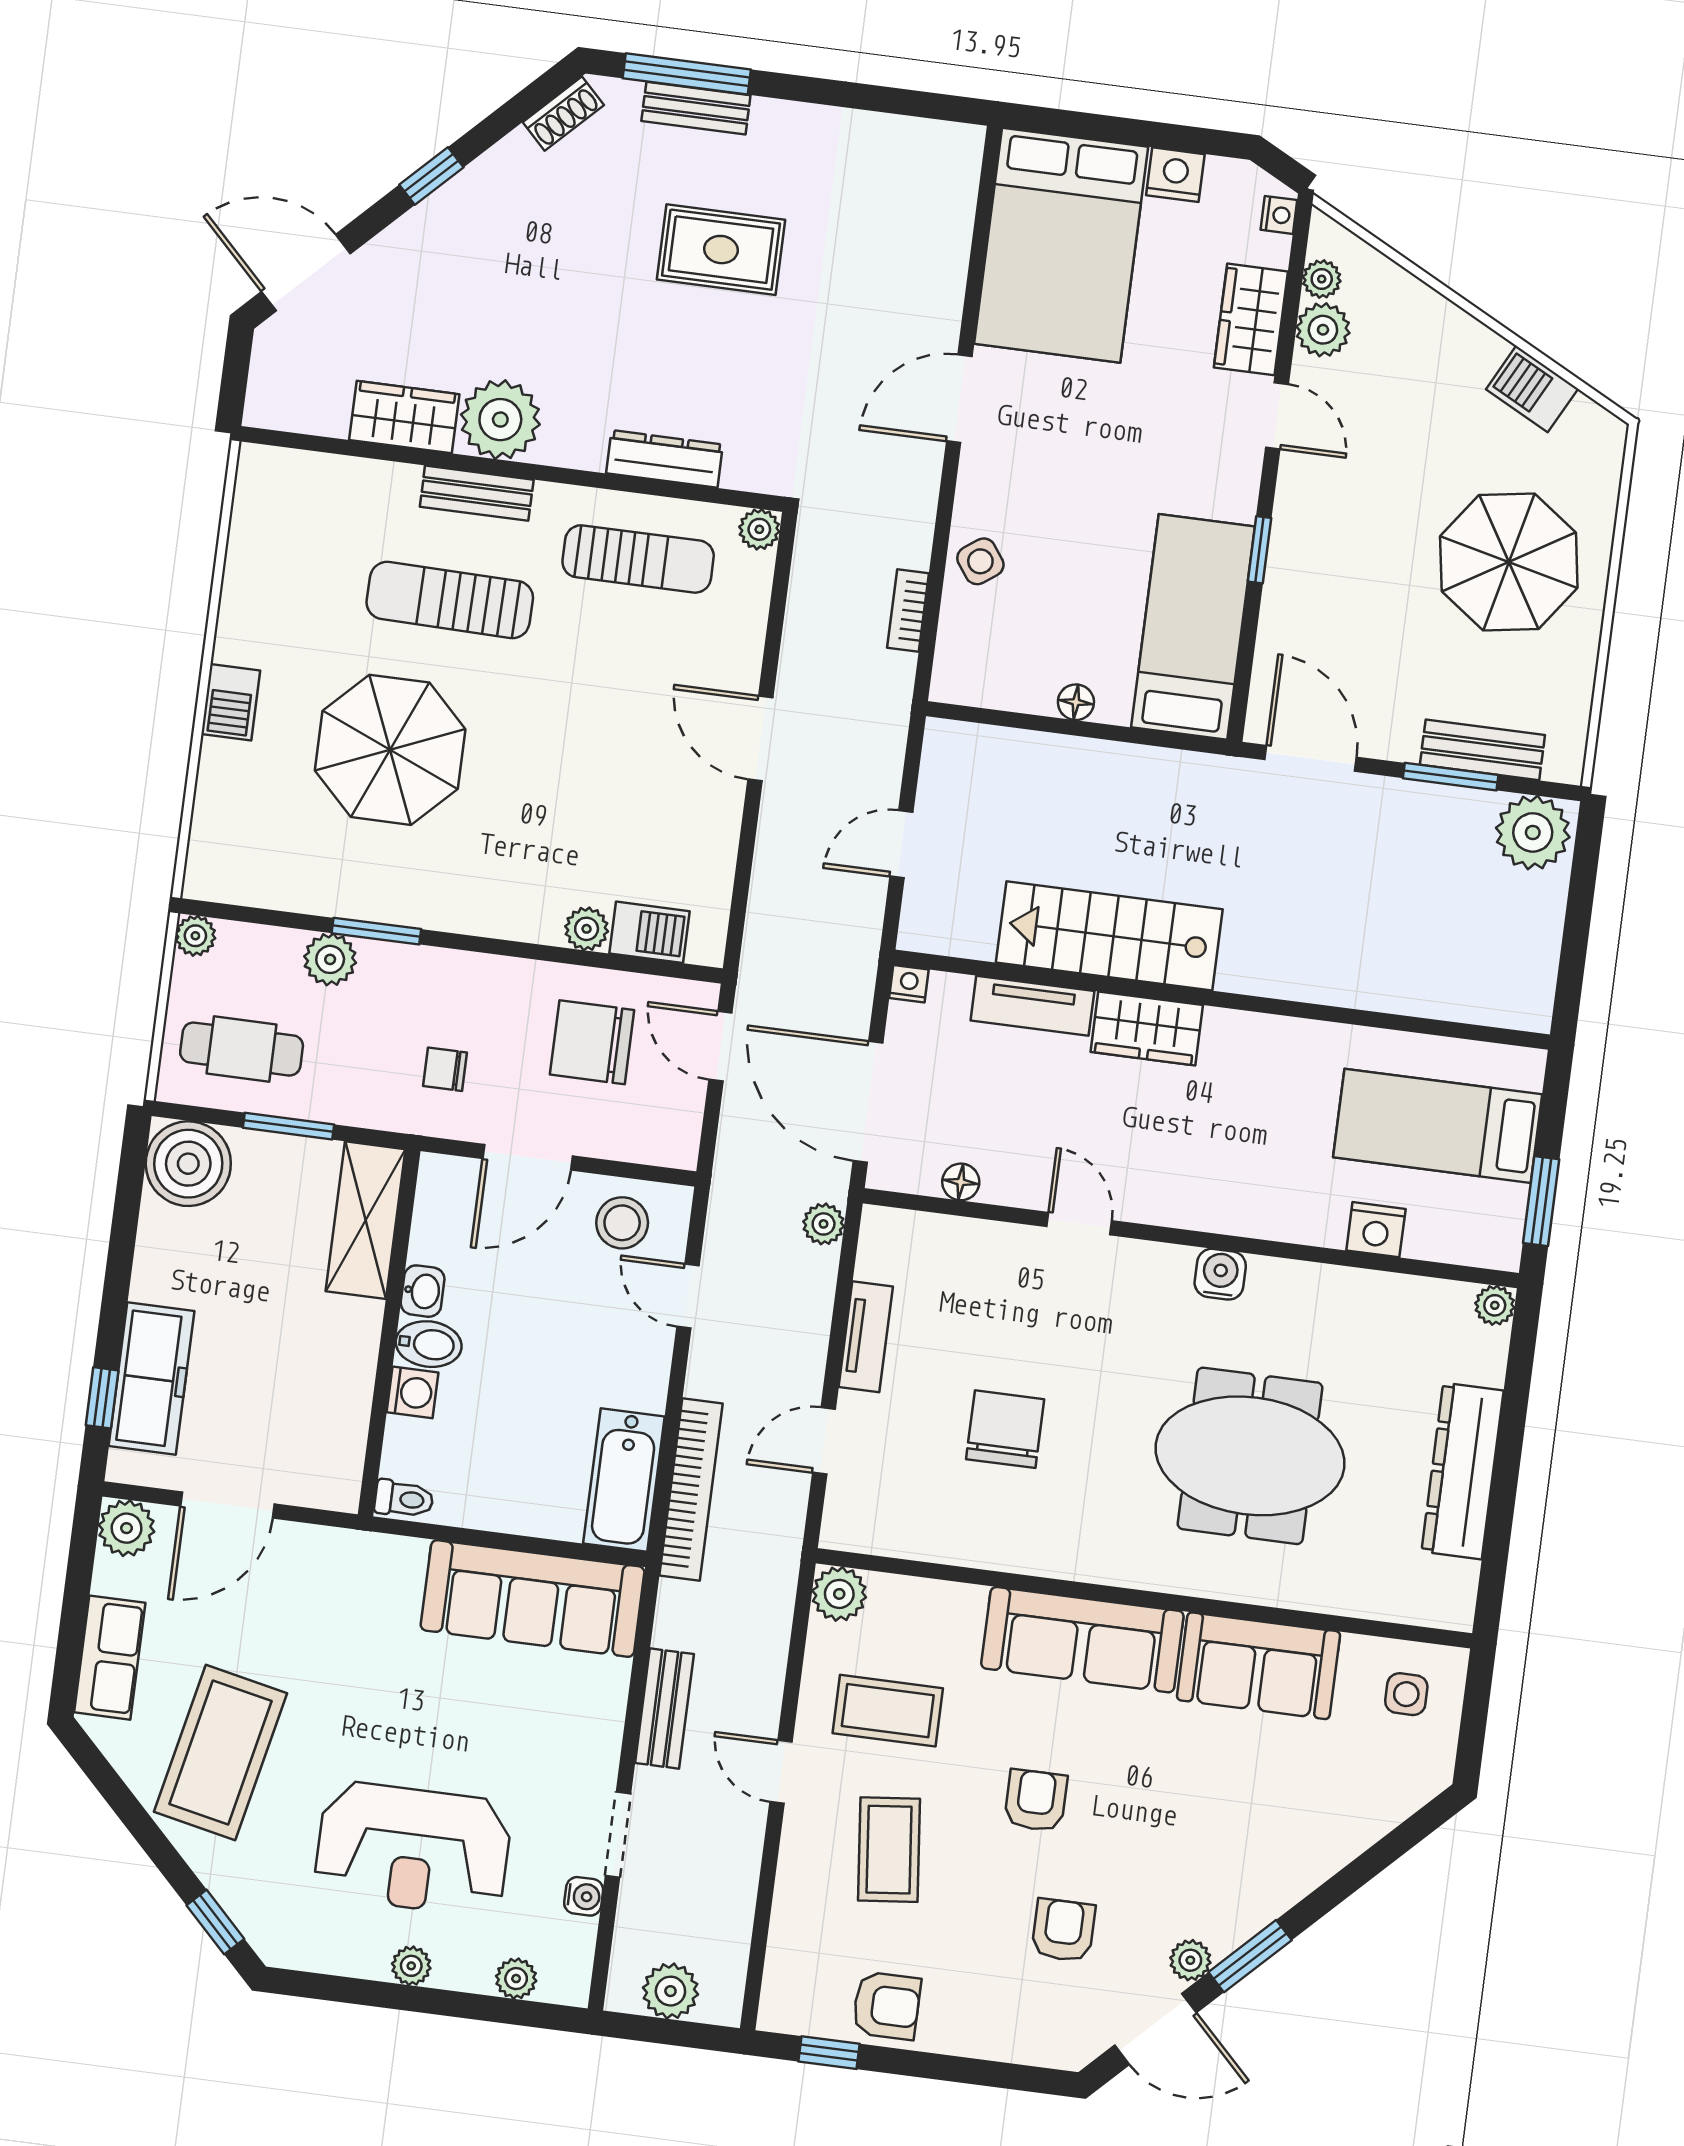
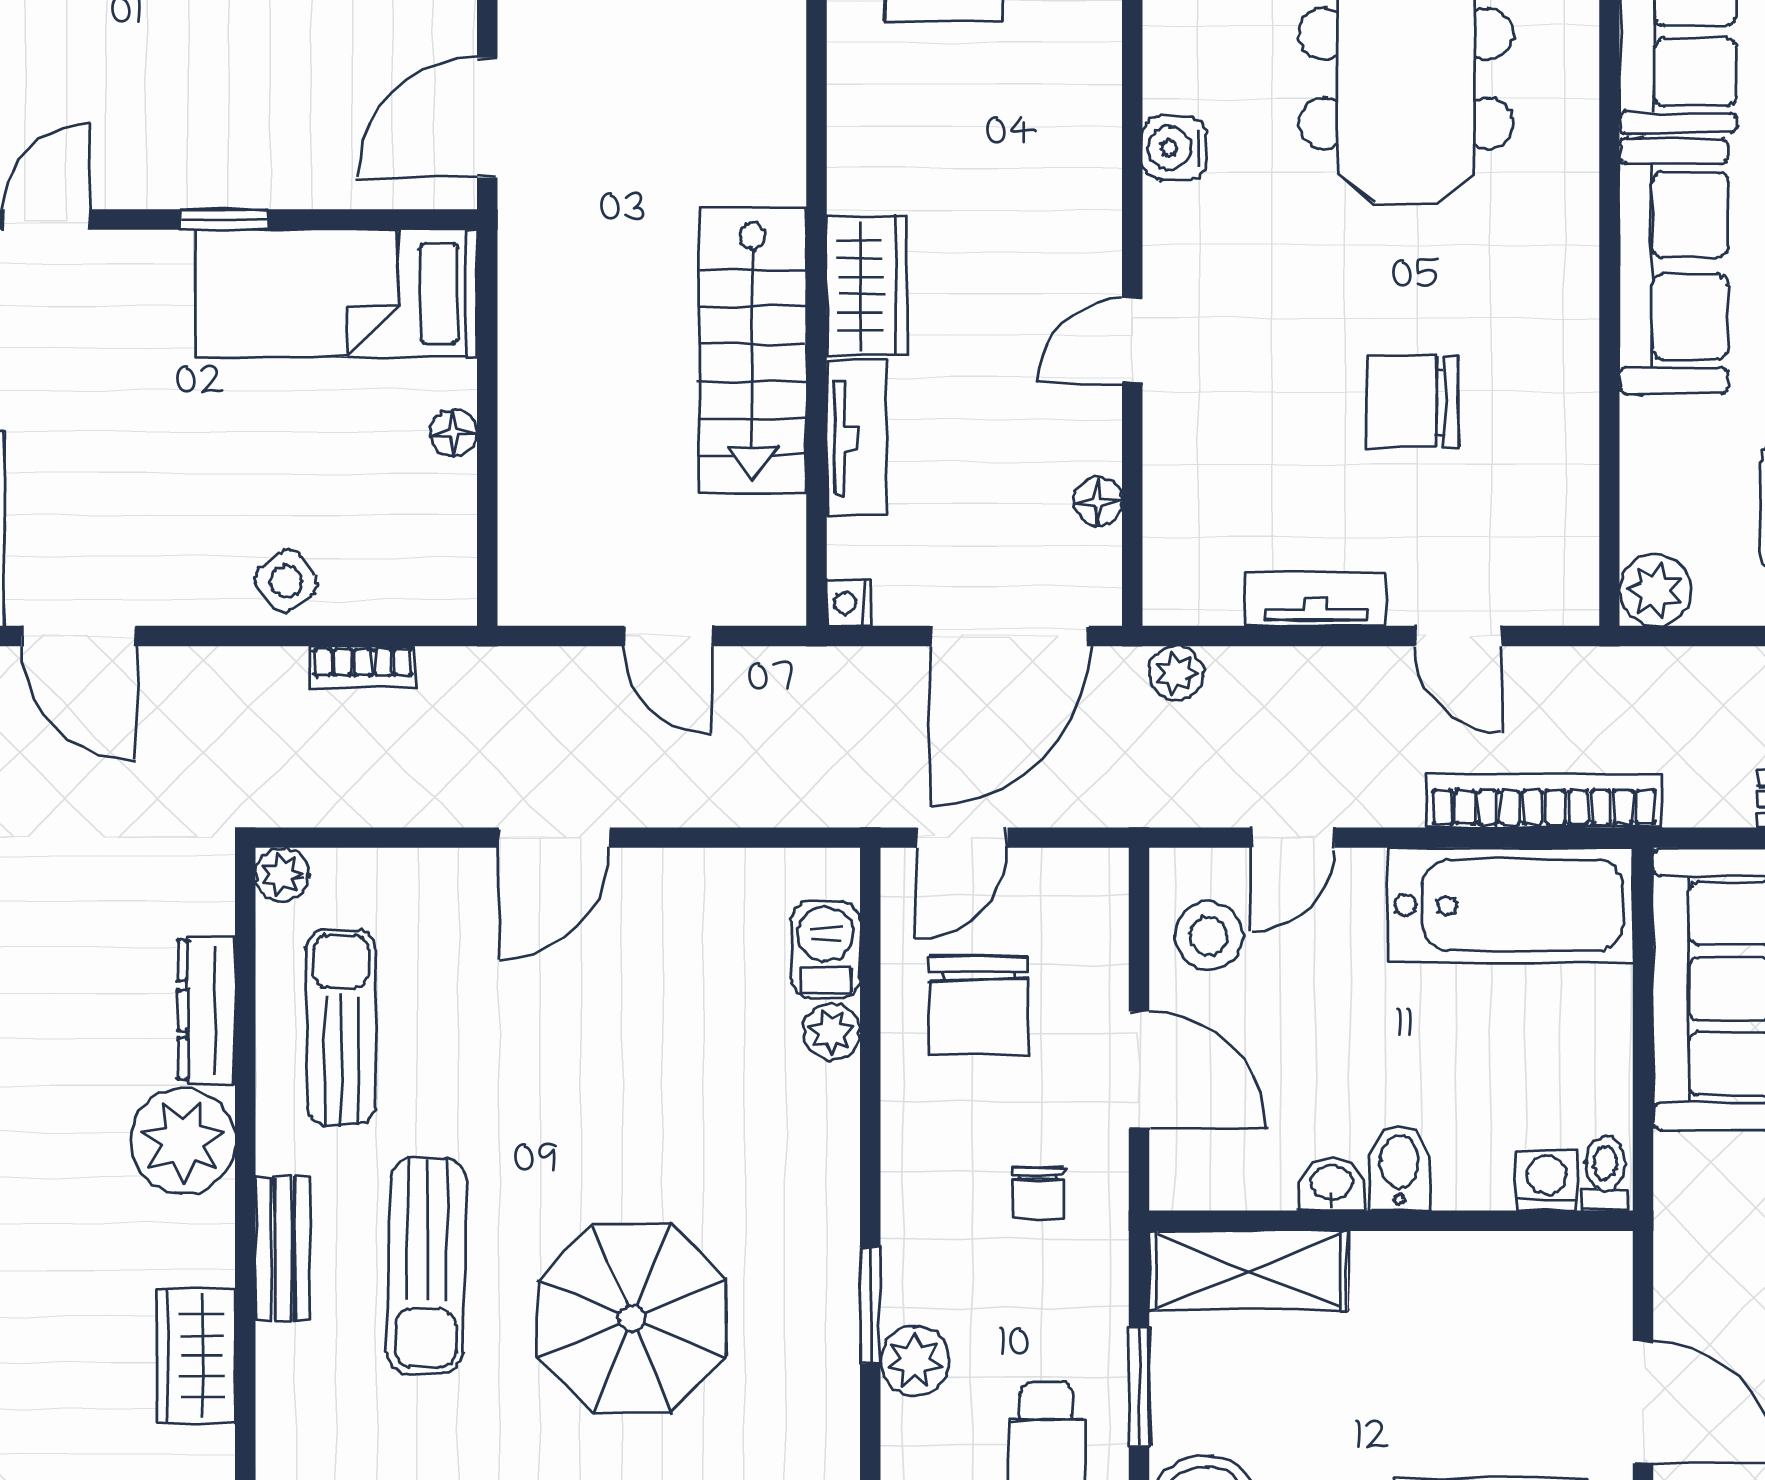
plant: (500, 420) -> (183, 1141), moved
washing machine: (413, 1392) -> (1546, 1180), moved
bathtub: (624, 1480) -> (1511, 905), width x1.36, depth x1.36

